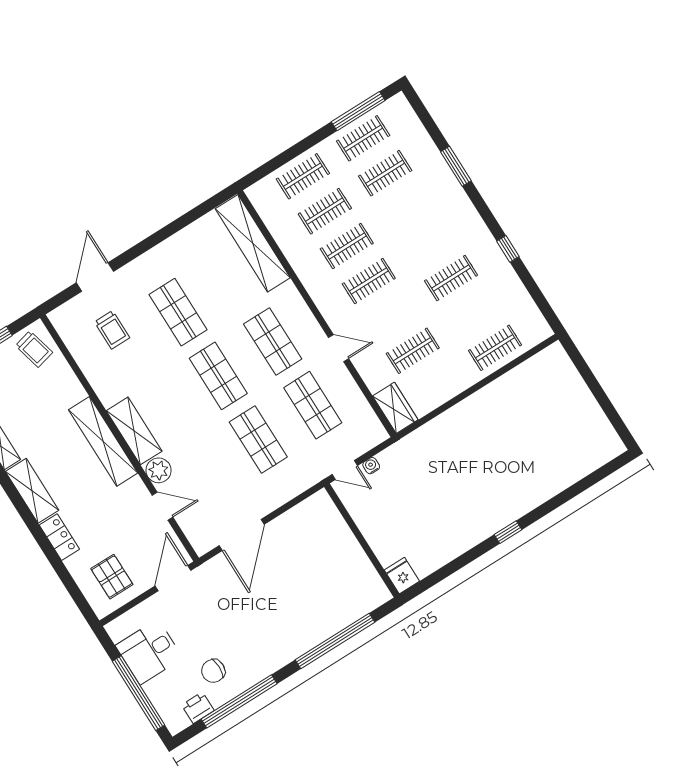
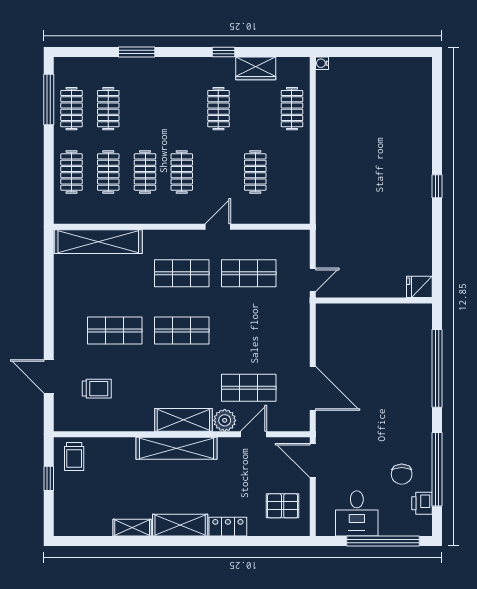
trolley: (34, 349) -> (74, 456), turned 104
wardrobe: (395, 408) -> (256, 68), moved, turned 180
shop shelf: (258, 440) -> (249, 388), moved
water cooler: (371, 466) -> (322, 63), moved

